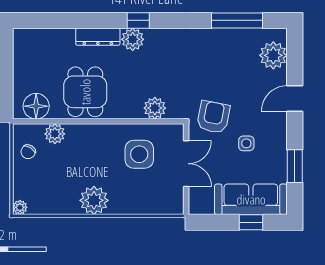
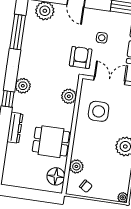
plant: (133, 39) -> (23, 86), moved
armchair: (213, 117) -> (81, 57), turned 79

